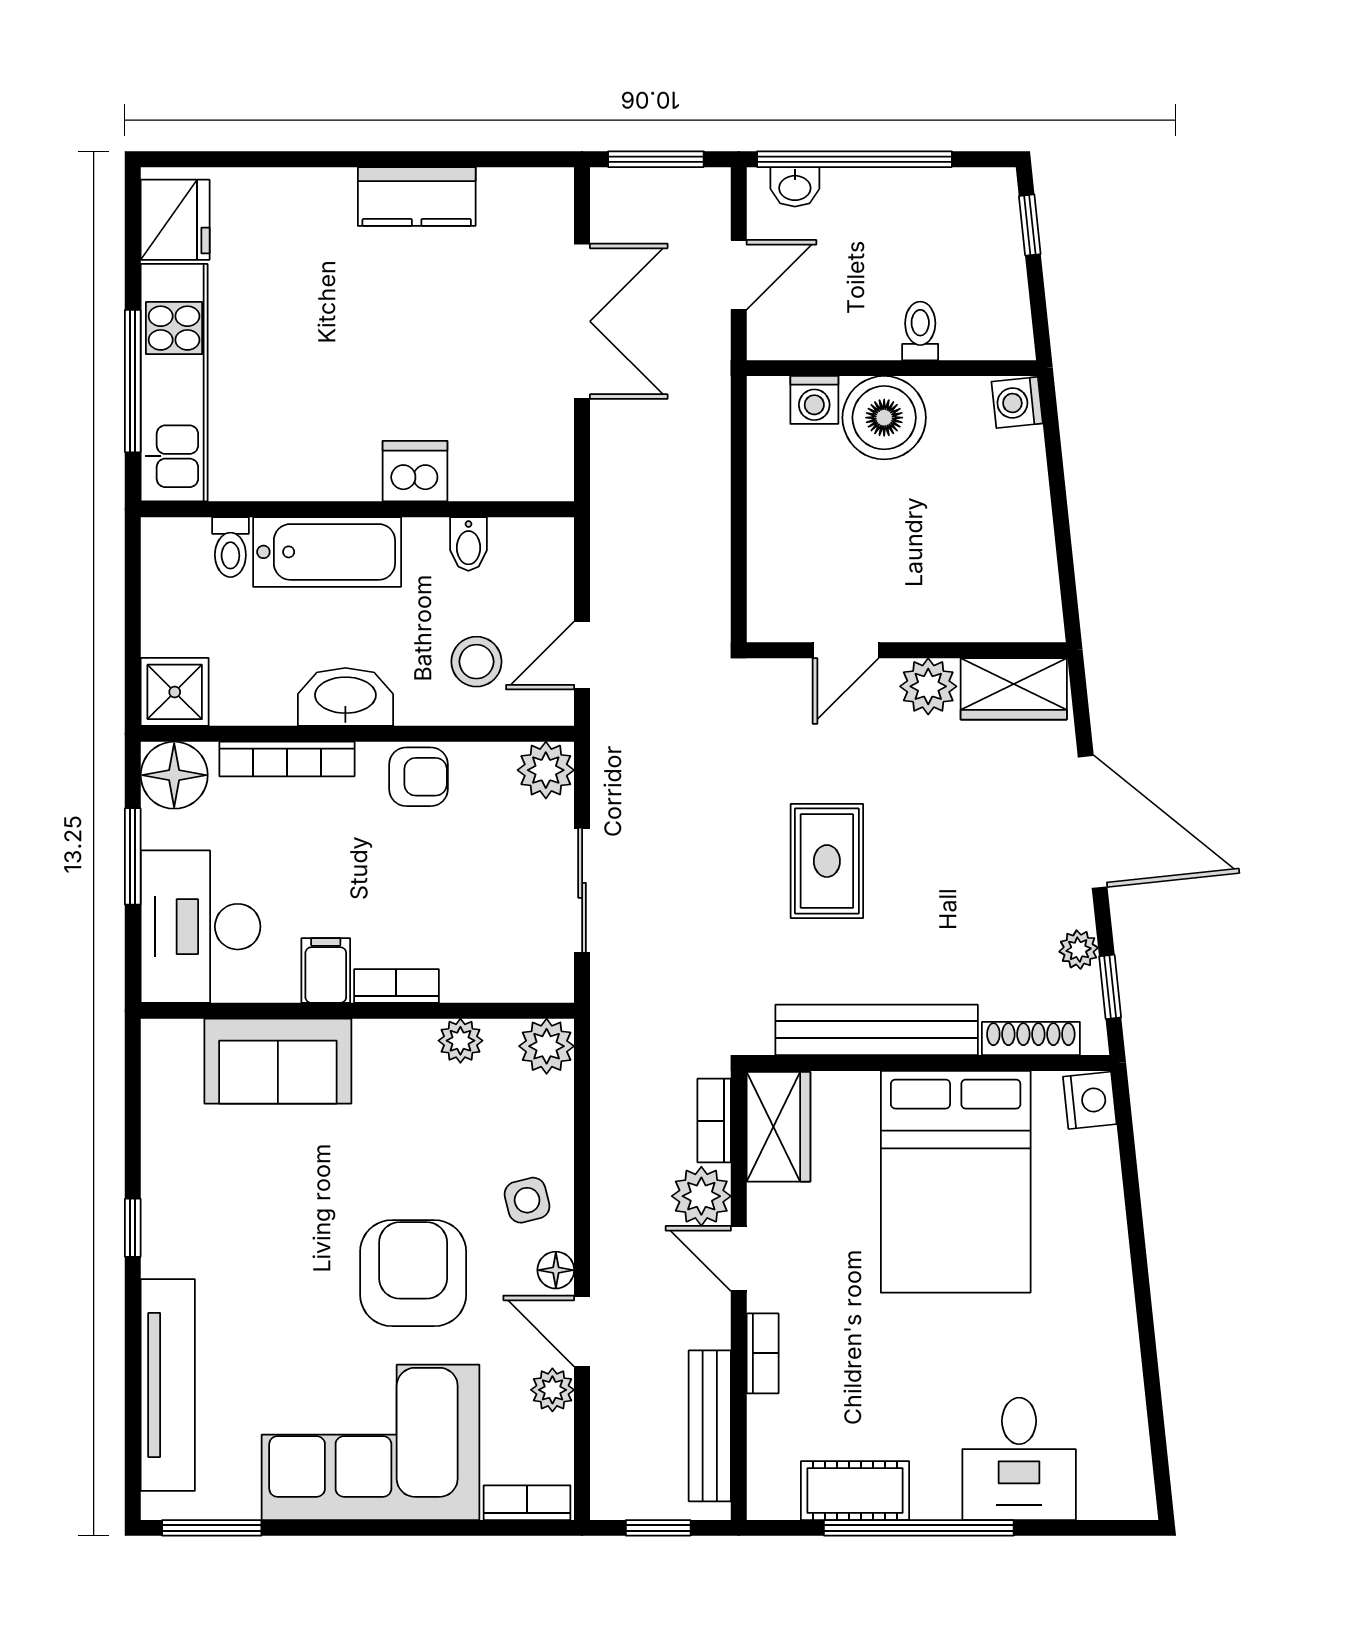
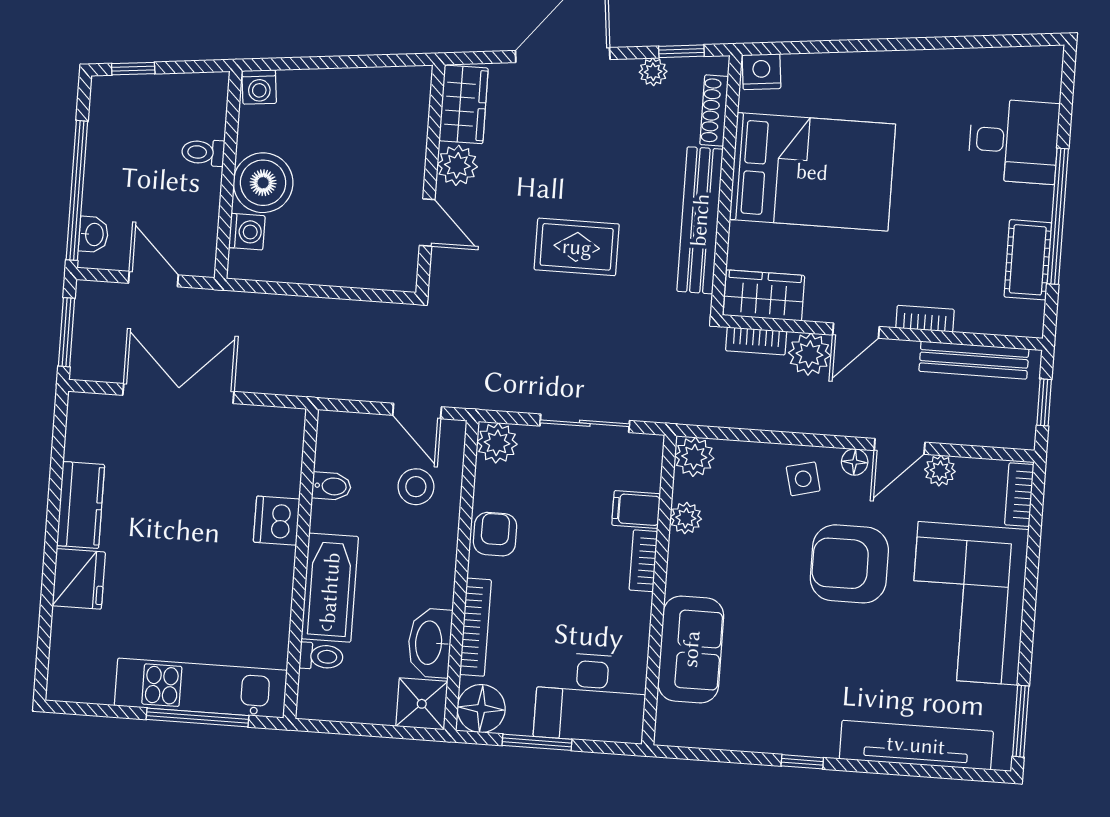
fridge: (175, 220) -> (79, 579), moved, turned 90
washbasin: (345, 697) -> (430, 643), moved
filing cabinet: (326, 970) -> (636, 509), moved

